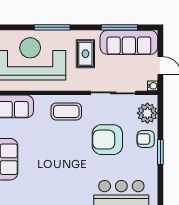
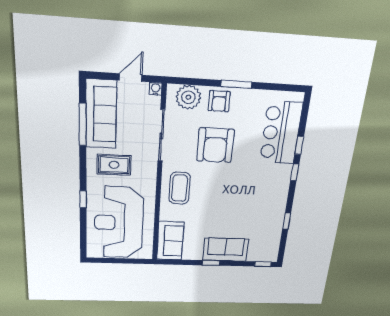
window: (52, 27) -> (83, 199), width x0.46

